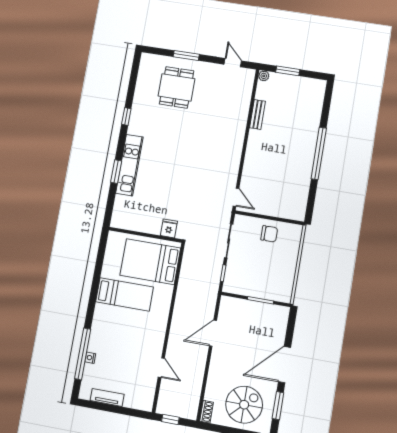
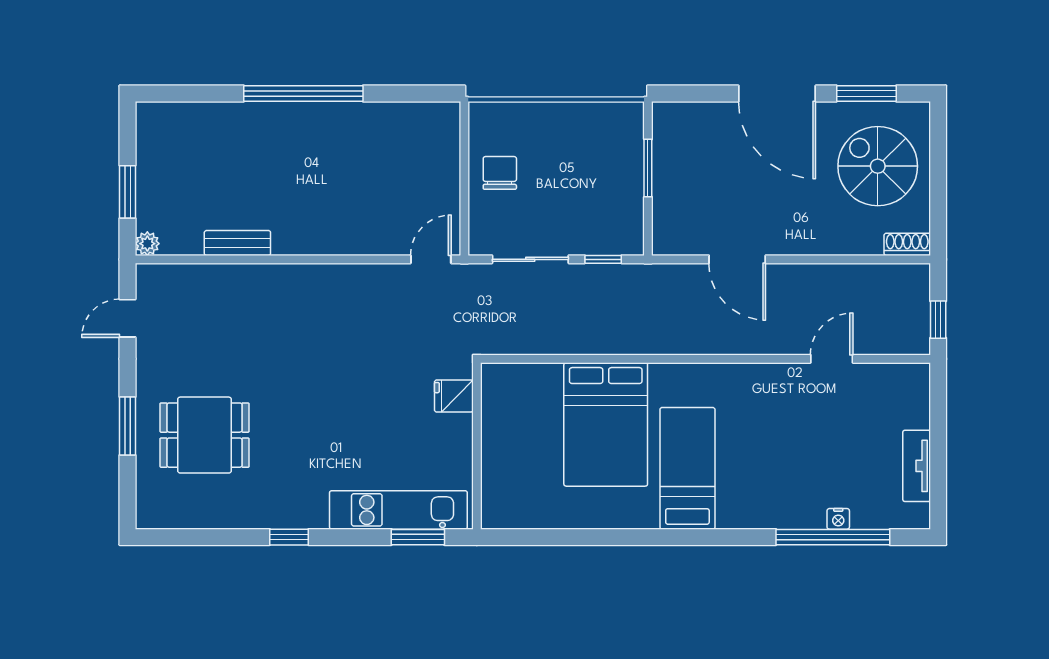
fridge: (169, 228) -> (454, 396), moved
wall: (145, 235) -> (477, 446), moved

